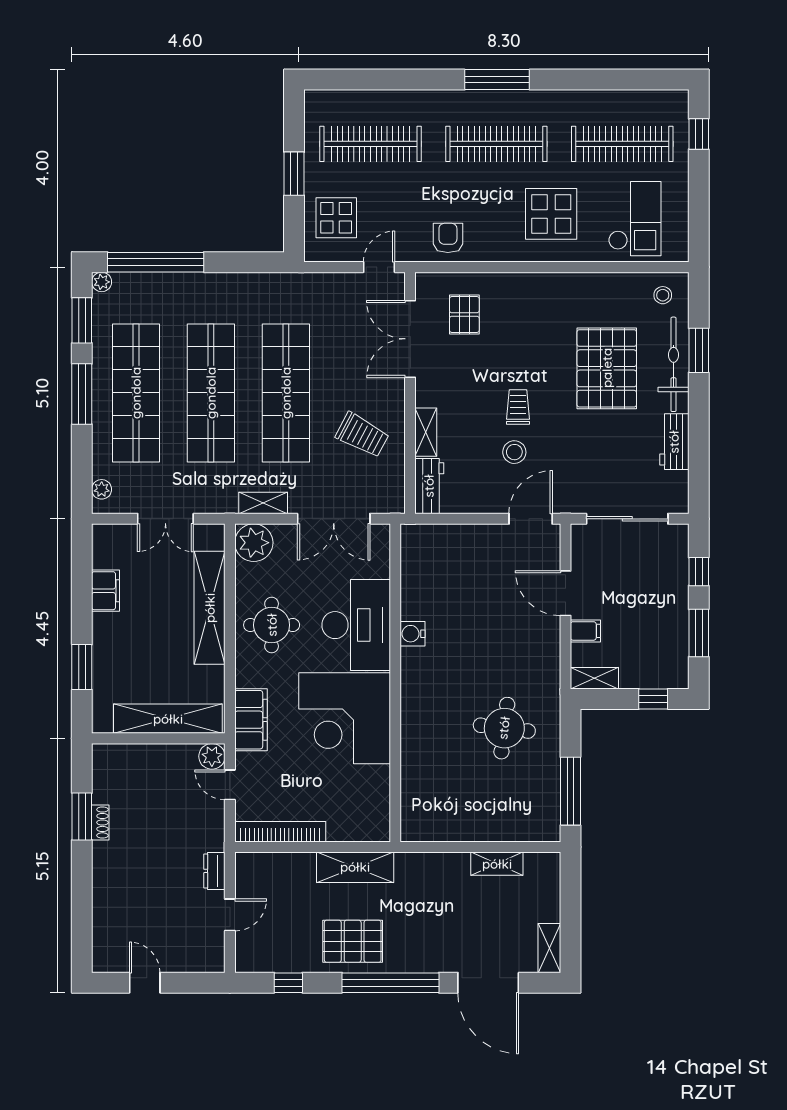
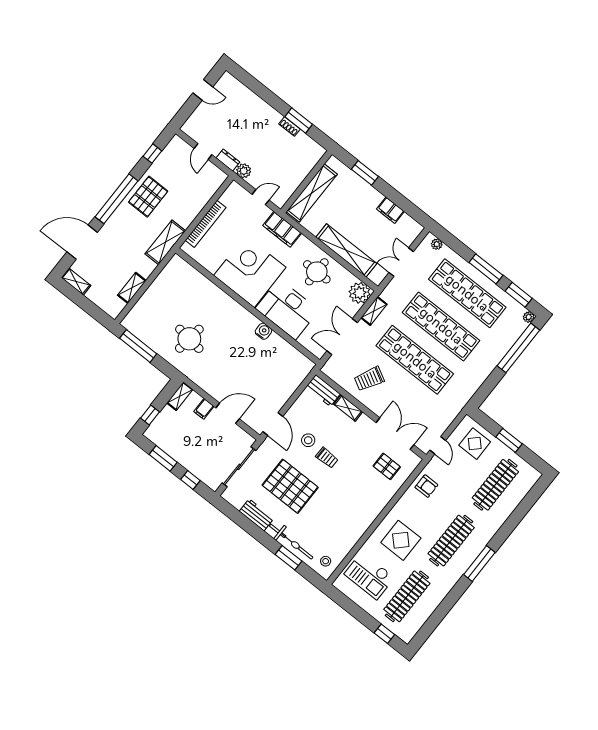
pallet: (607, 368) -> (290, 486), moved
plant: (212, 756) -> (244, 171), moved
bookcase: (280, 832) -> (206, 224), moved
shelving: (355, 867) -> (165, 242), moved

